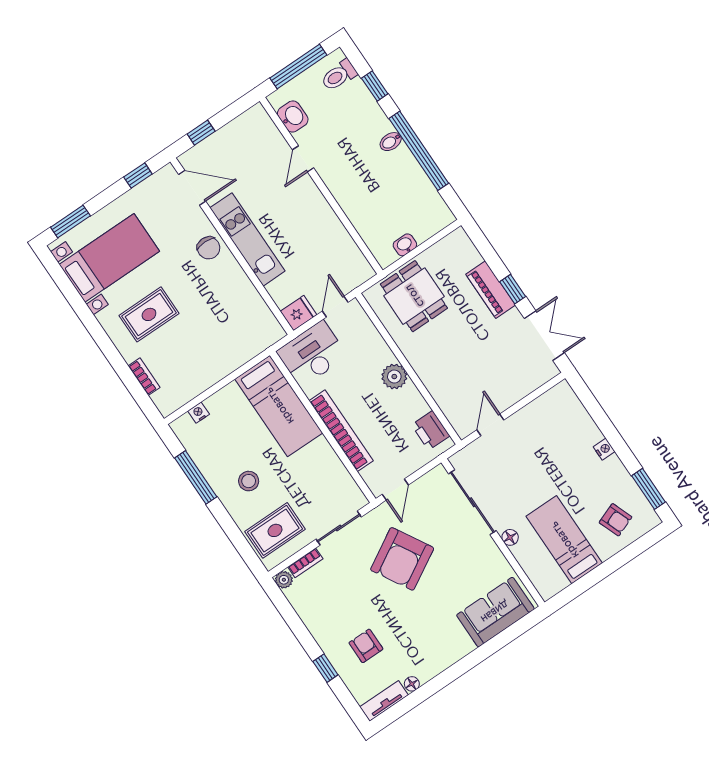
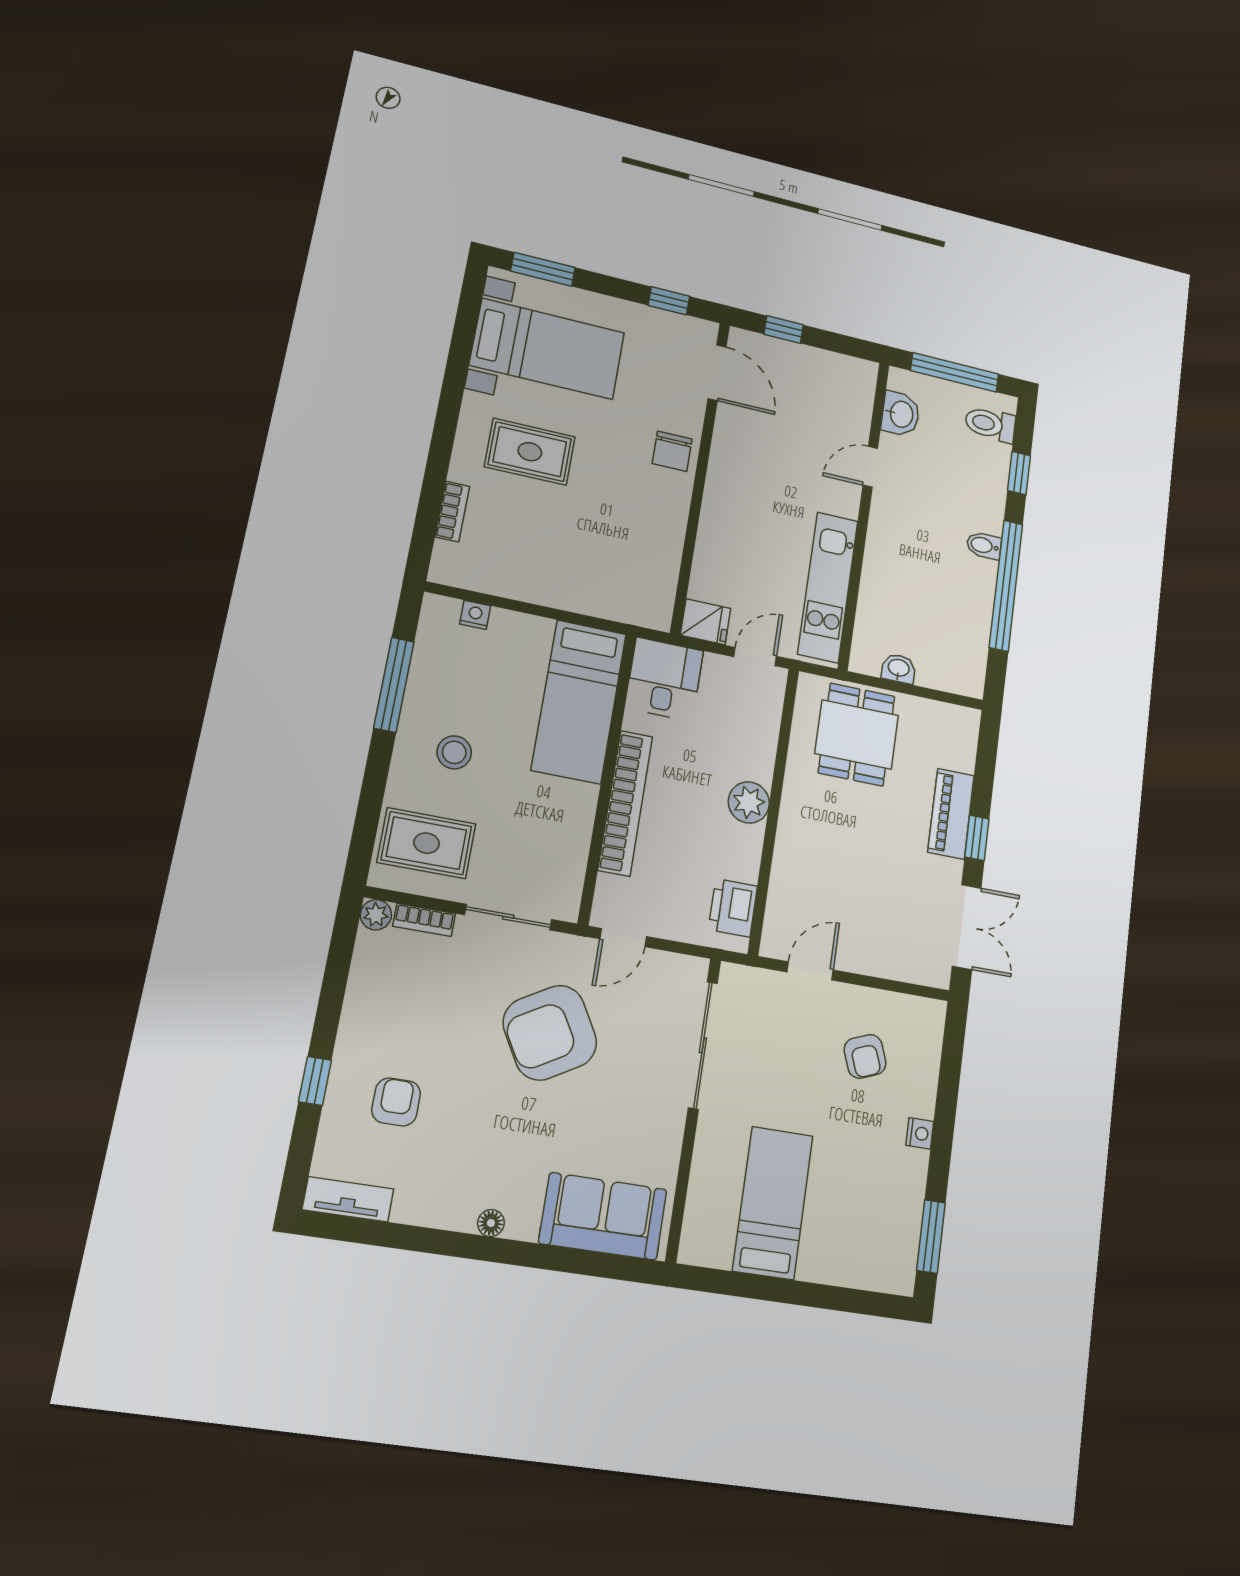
kitchen unit: (247, 239) -> (828, 587), moved, turned 180
desk: (312, 354) -> (664, 679), width x0.73
armchair: (616, 520) -> (865, 1056), moved
floor lamp: (510, 537) -> (709, 1135), removed
floor lamp: (412, 684) -> (491, 1223), moved

